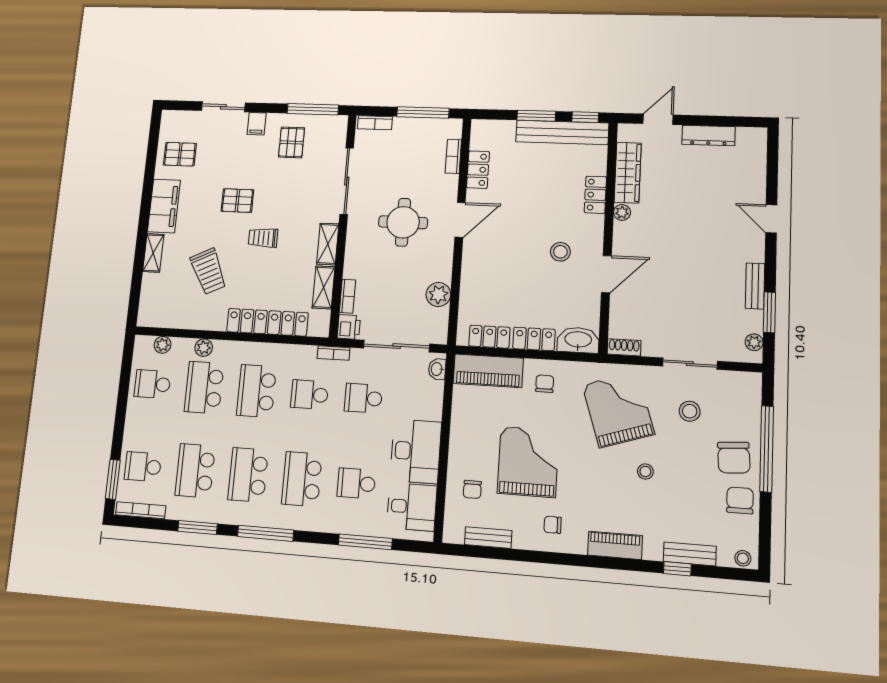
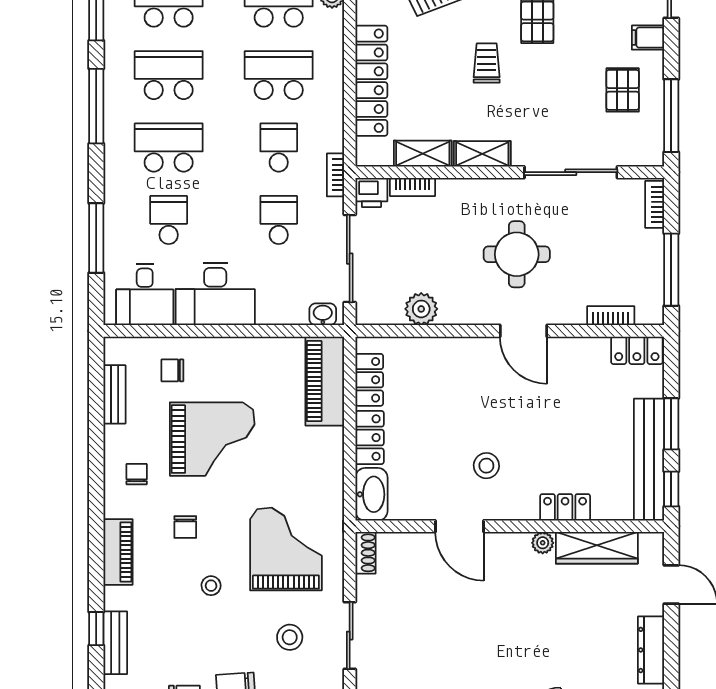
pallet: (292, 142) -> (623, 90), turned 90
locker: (478, 170) -> (637, 350), moved
chair: (545, 384) -> (185, 527), moved, turned 90
grand piano: (618, 410) -> (286, 549), turned -72

